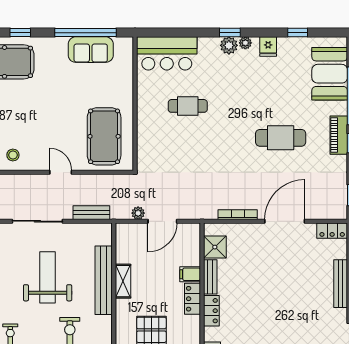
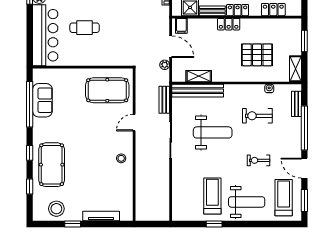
bar counter: (167, 53) -> (45, 35), width x1.36
cafe table: (188, 106) -> (85, 28), turned 90
filing cabinet: (190, 274) -> (181, 26), moved
weight bench: (48, 277) -> (213, 132), turned 180
bench: (104, 280) -> (198, 91), moved
shelving: (123, 281) -> (199, 76), moved

